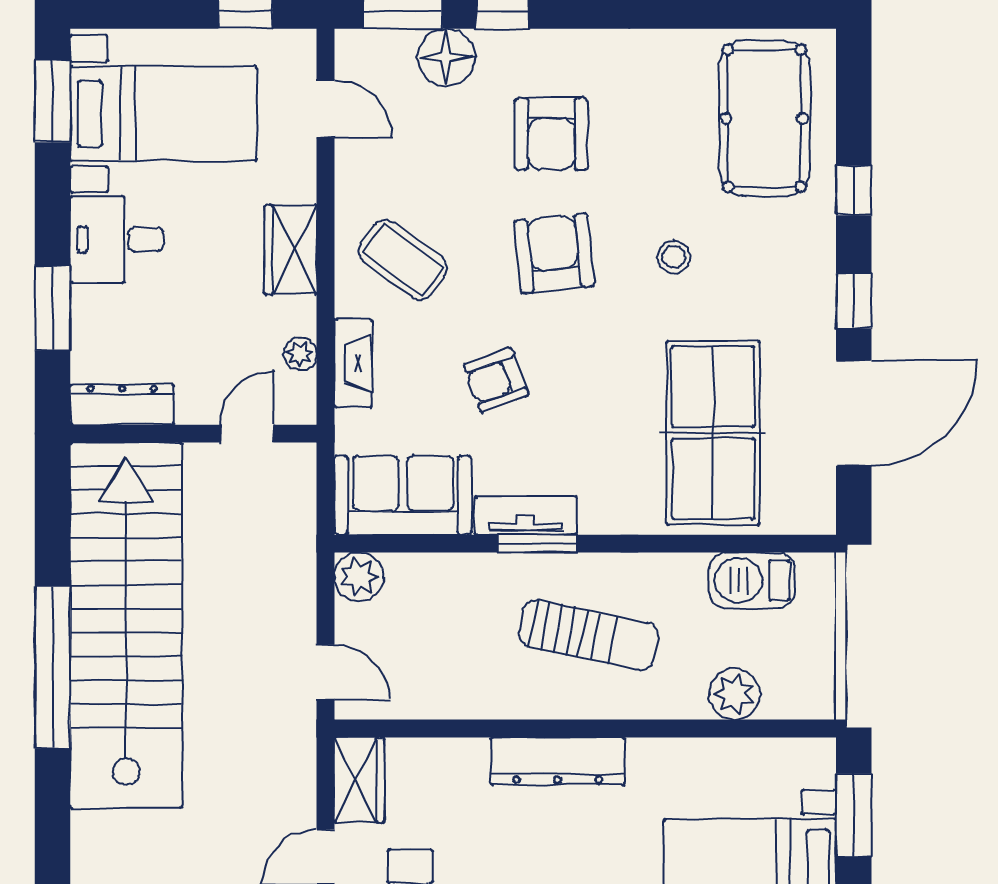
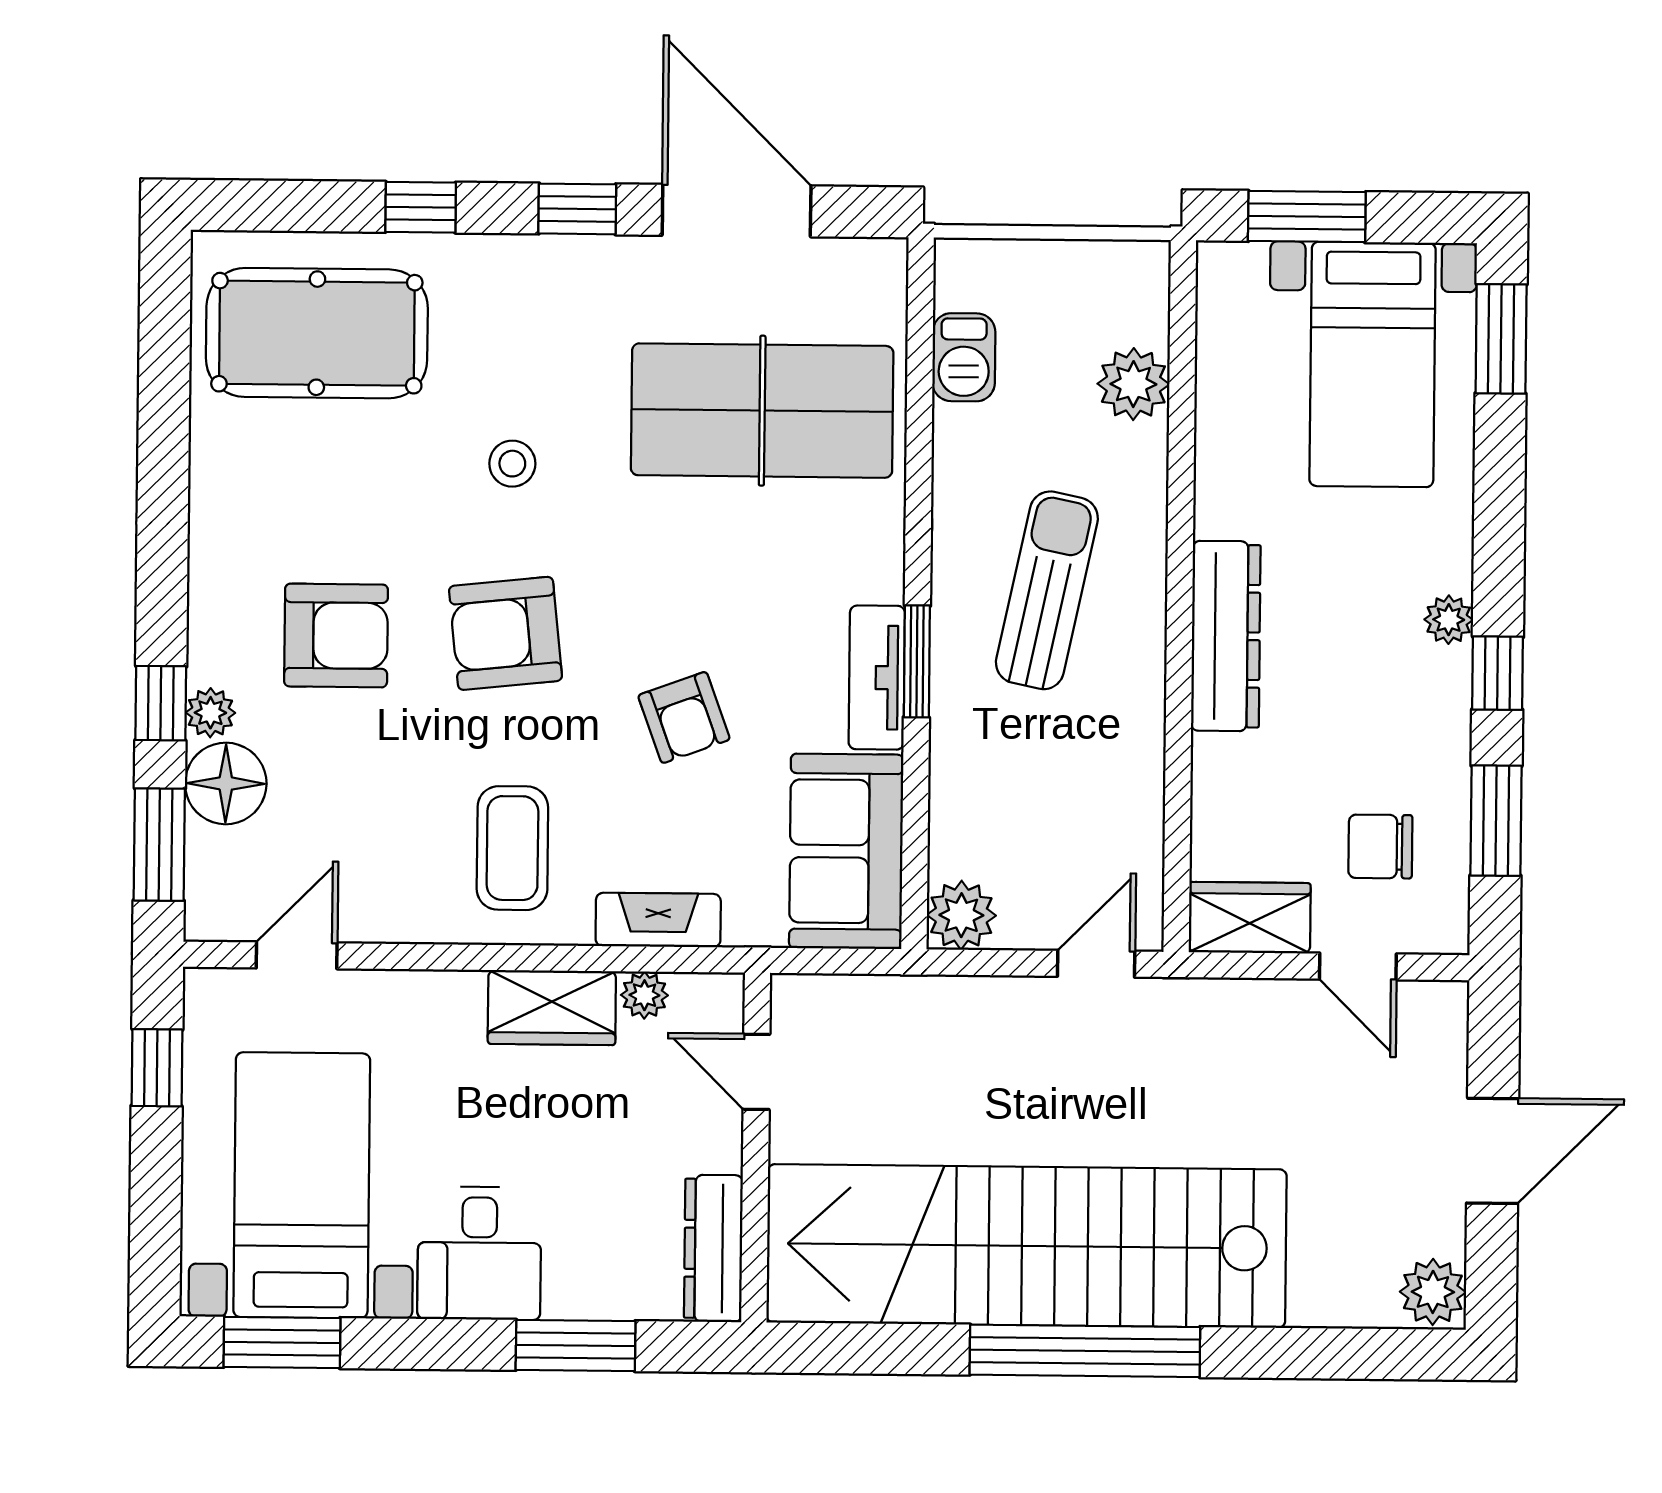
plant: (496, 46) -> (210, 713), added
wardrobe: (291, 250) -> (552, 1008), moved
coffee table: (403, 260) -> (512, 848), turned -36
barbecue: (752, 580) -> (964, 357), width x0.73, depth x0.79

